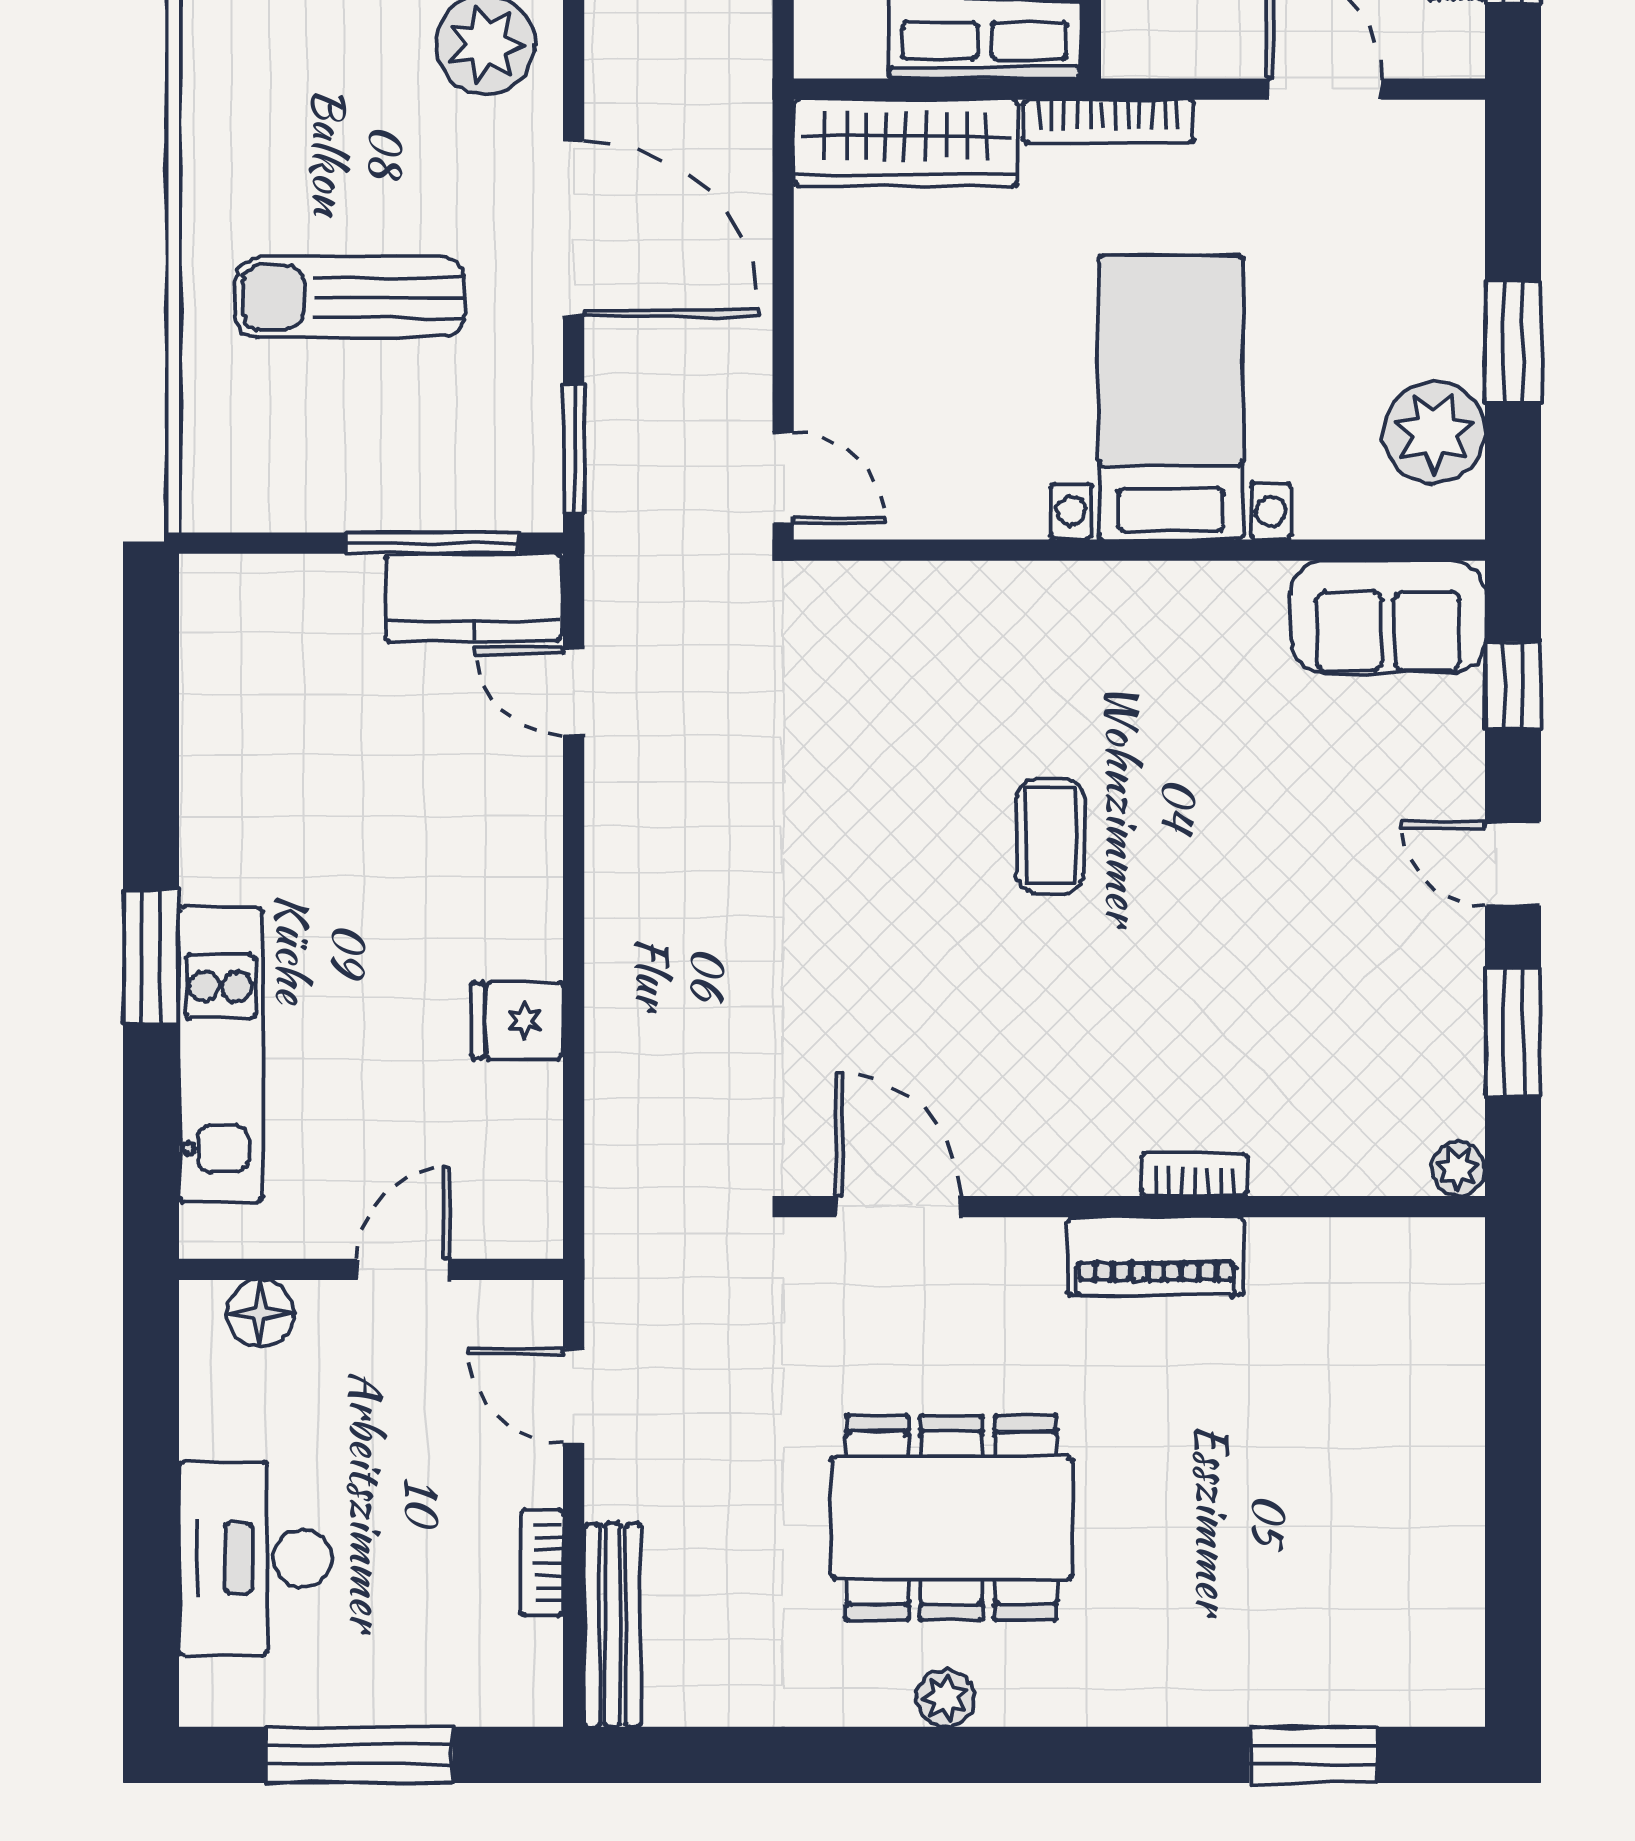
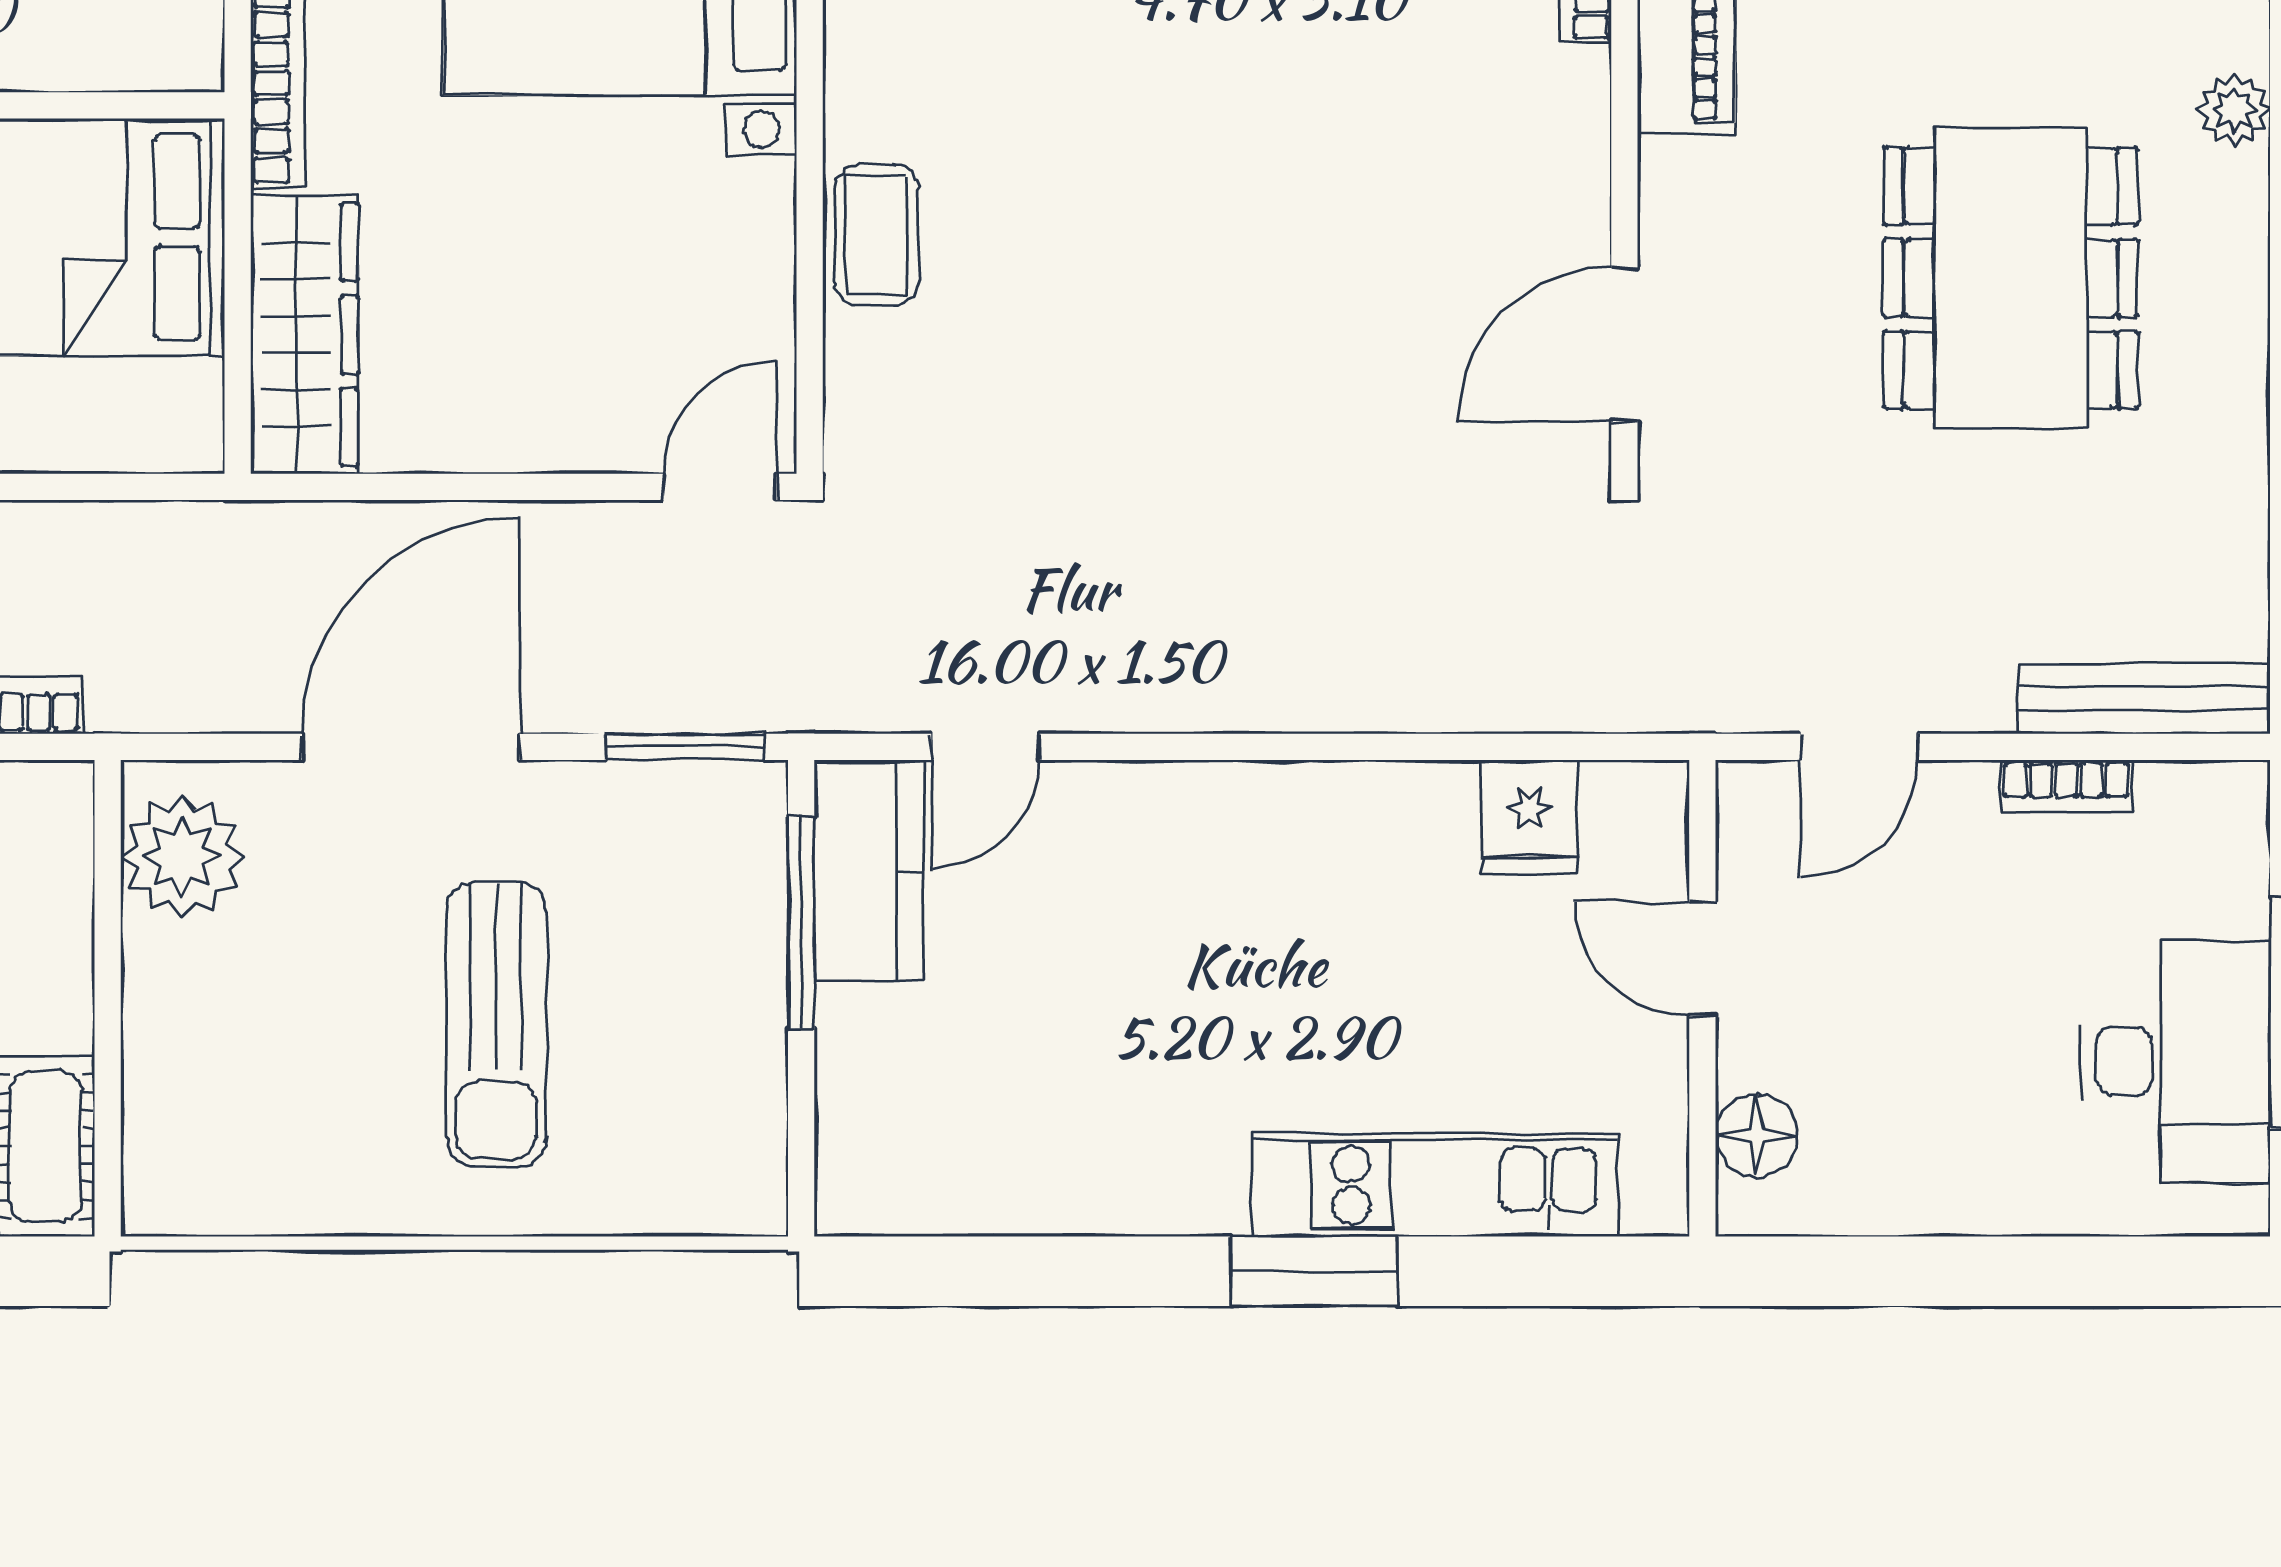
coffee table: (1050, 836) -> (876, 235), moved, turned 90
fridge: (517, 1020) -> (1529, 817), moved
desk: (255, 1558) -> (2175, 1061), moved, turned -90
plant: (945, 1698) -> (2234, 110), moved

